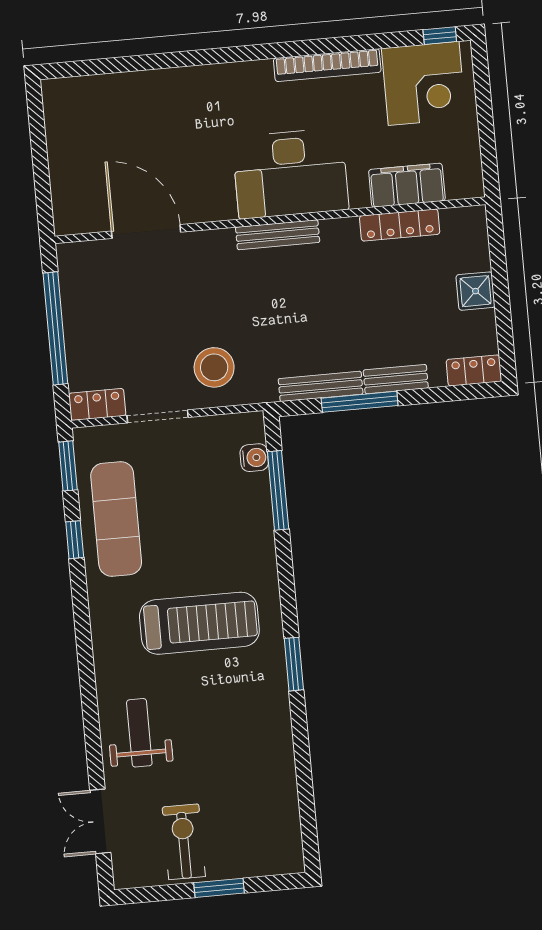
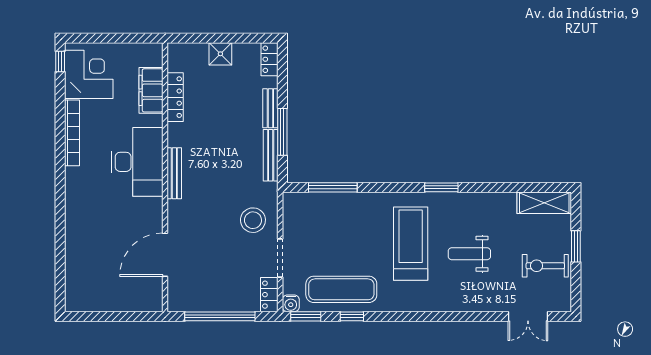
water cooler: (254, 458) -> (291, 303), moved, turned 180
weight bench: (139, 733) -> (469, 254), moved
shelving: (284, 831) -> (544, 203), added

